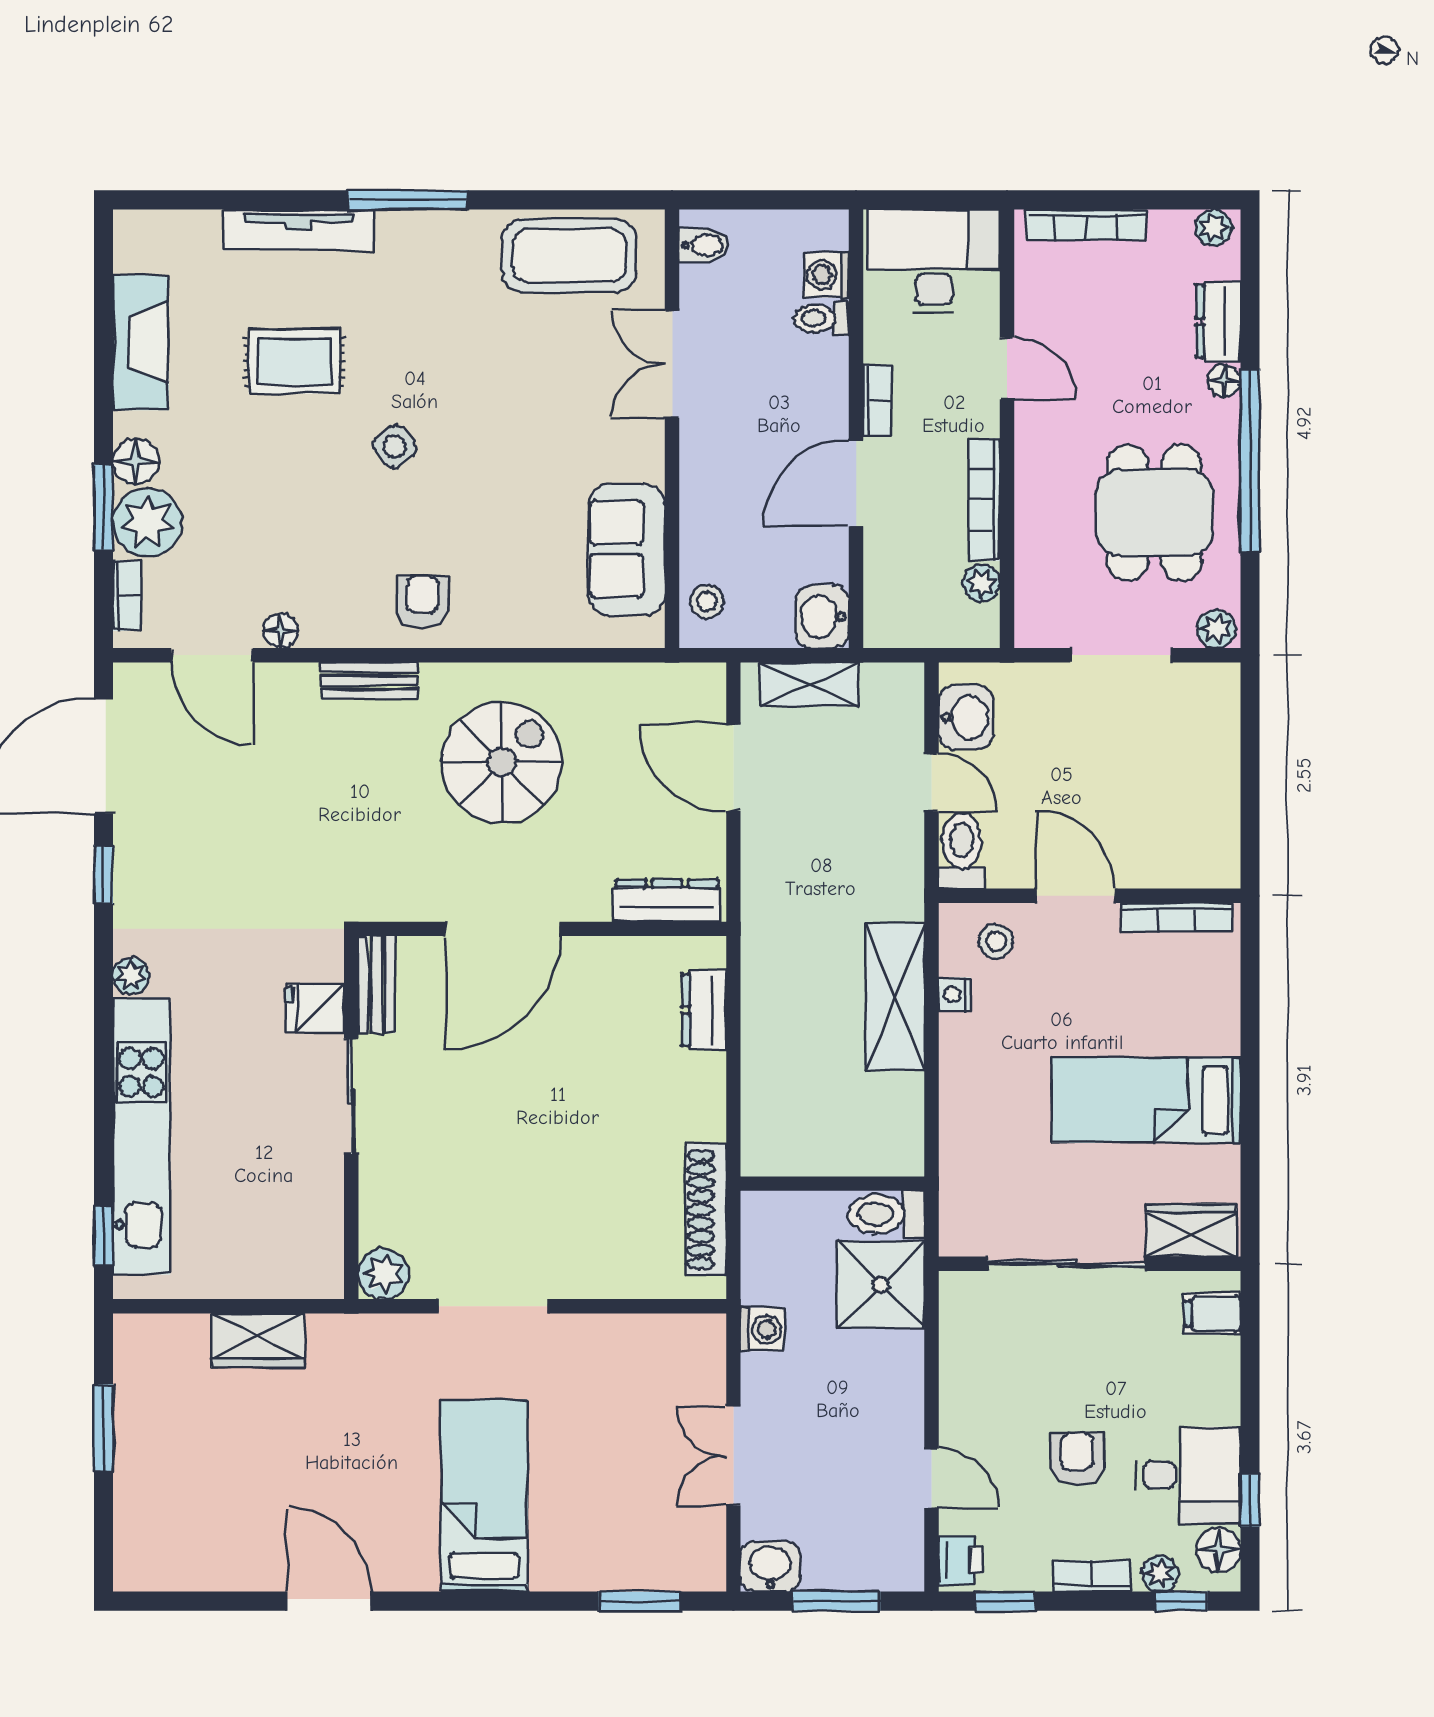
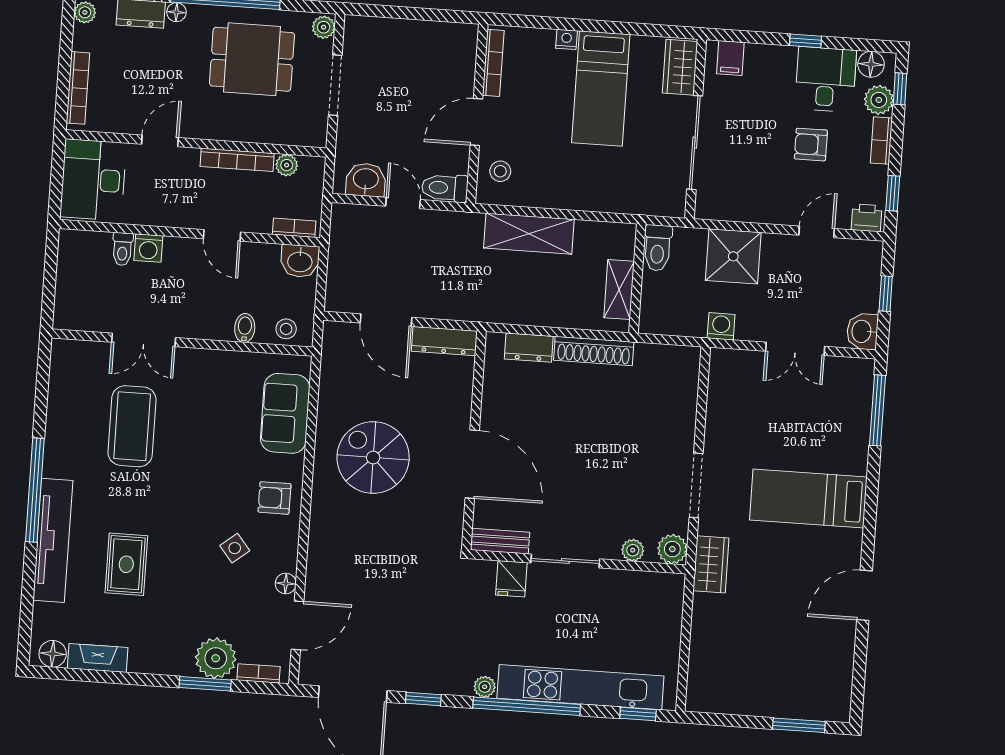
window: (408, 200) -> (35, 490), width x1.46
tv unit: (298, 230) -> (53, 540), width x1.36, depth x1.29
bidet: (704, 245) -> (245, 328), moved
coffee table: (569, 255) -> (132, 426), moved
washing machine: (826, 275) -> (148, 248), moved
fireplace: (141, 343) -> (98, 658), width x0.73, depth x0.76
bookcase: (877, 400) -> (294, 228), moved
side table: (395, 446) -> (235, 548), moved
floor lamp: (136, 461) -> (53, 654), moved
door: (856, 483) -> (222, 235), width x0.73
sofa: (627, 549) -> (285, 413), moved, turned 90
bench: (370, 681) -> (319, 533), removed
shelving: (809, 684) -> (619, 290), moved
door: (733, 768) -> (386, 320), hinge flipped
door: (931, 782) -> (403, 203), hinge flipped
dresser: (667, 901) -> (444, 341), moved, turned -90
nightstand: (955, 994) -> (566, 39), moved, turned 180
window: (103, 1048) -> (527, 706), added
plant: (377, 1208) -> (633, 550), added
shoe rack: (706, 1210) -> (594, 351), moved
shower: (881, 1285) -> (733, 256), moved
wardrobe: (258, 1340) -> (711, 564), moved
window: (103, 1428) -> (799, 725), moved
window: (1250, 1500) -> (806, 41), moved
plant: (1160, 1574) -> (879, 100), width x1.38, depth x1.38
window: (640, 1601) -> (877, 410), width x1.44
window: (836, 1601) -> (886, 294), width x0.67

